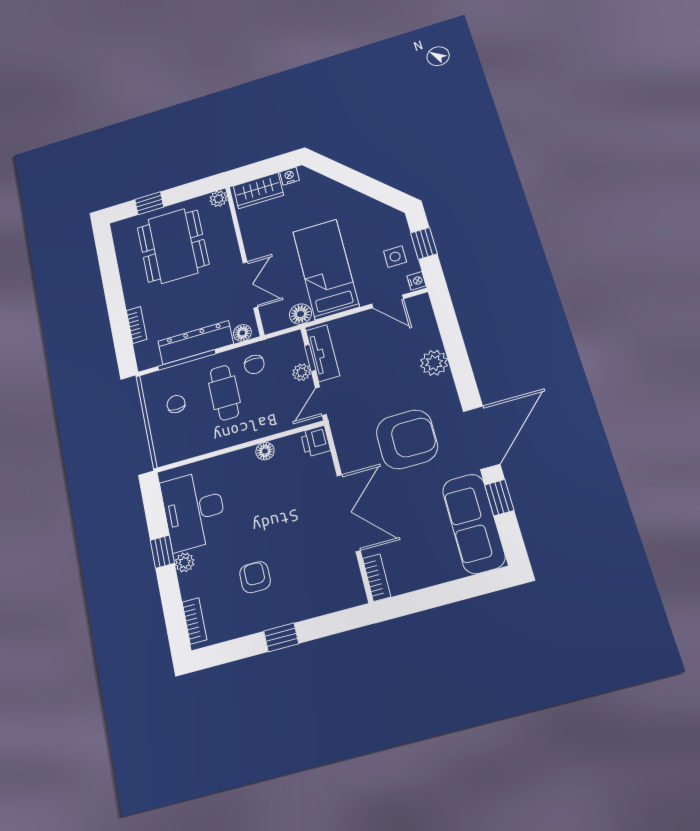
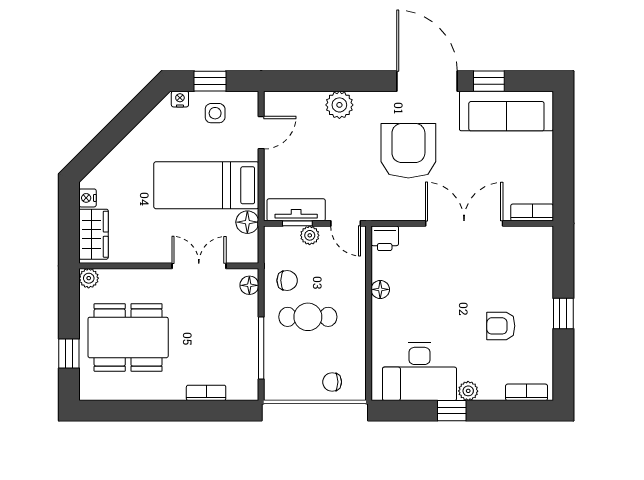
nightstand: (416, 281) -> (180, 99), moved
dresser: (196, 343) -> (245, 335), removed
chair: (176, 404) -> (332, 382), moved

